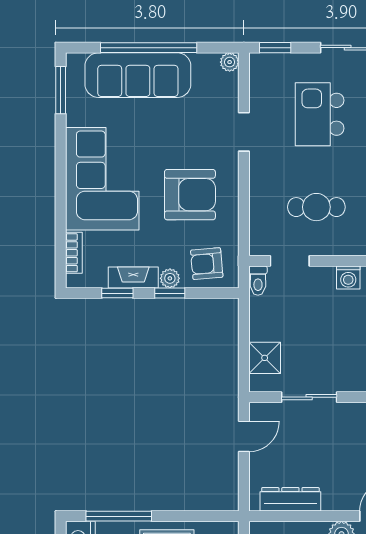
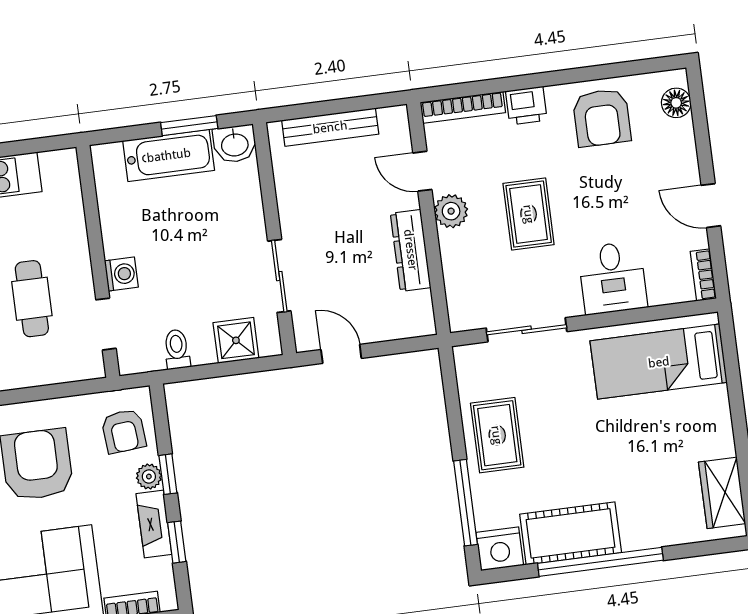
washing machine: (348, 277) -> (121, 274), moved
toilet: (258, 281) -> (177, 349), moved, turned -90
dresser: (290, 499) -> (411, 250), moved

